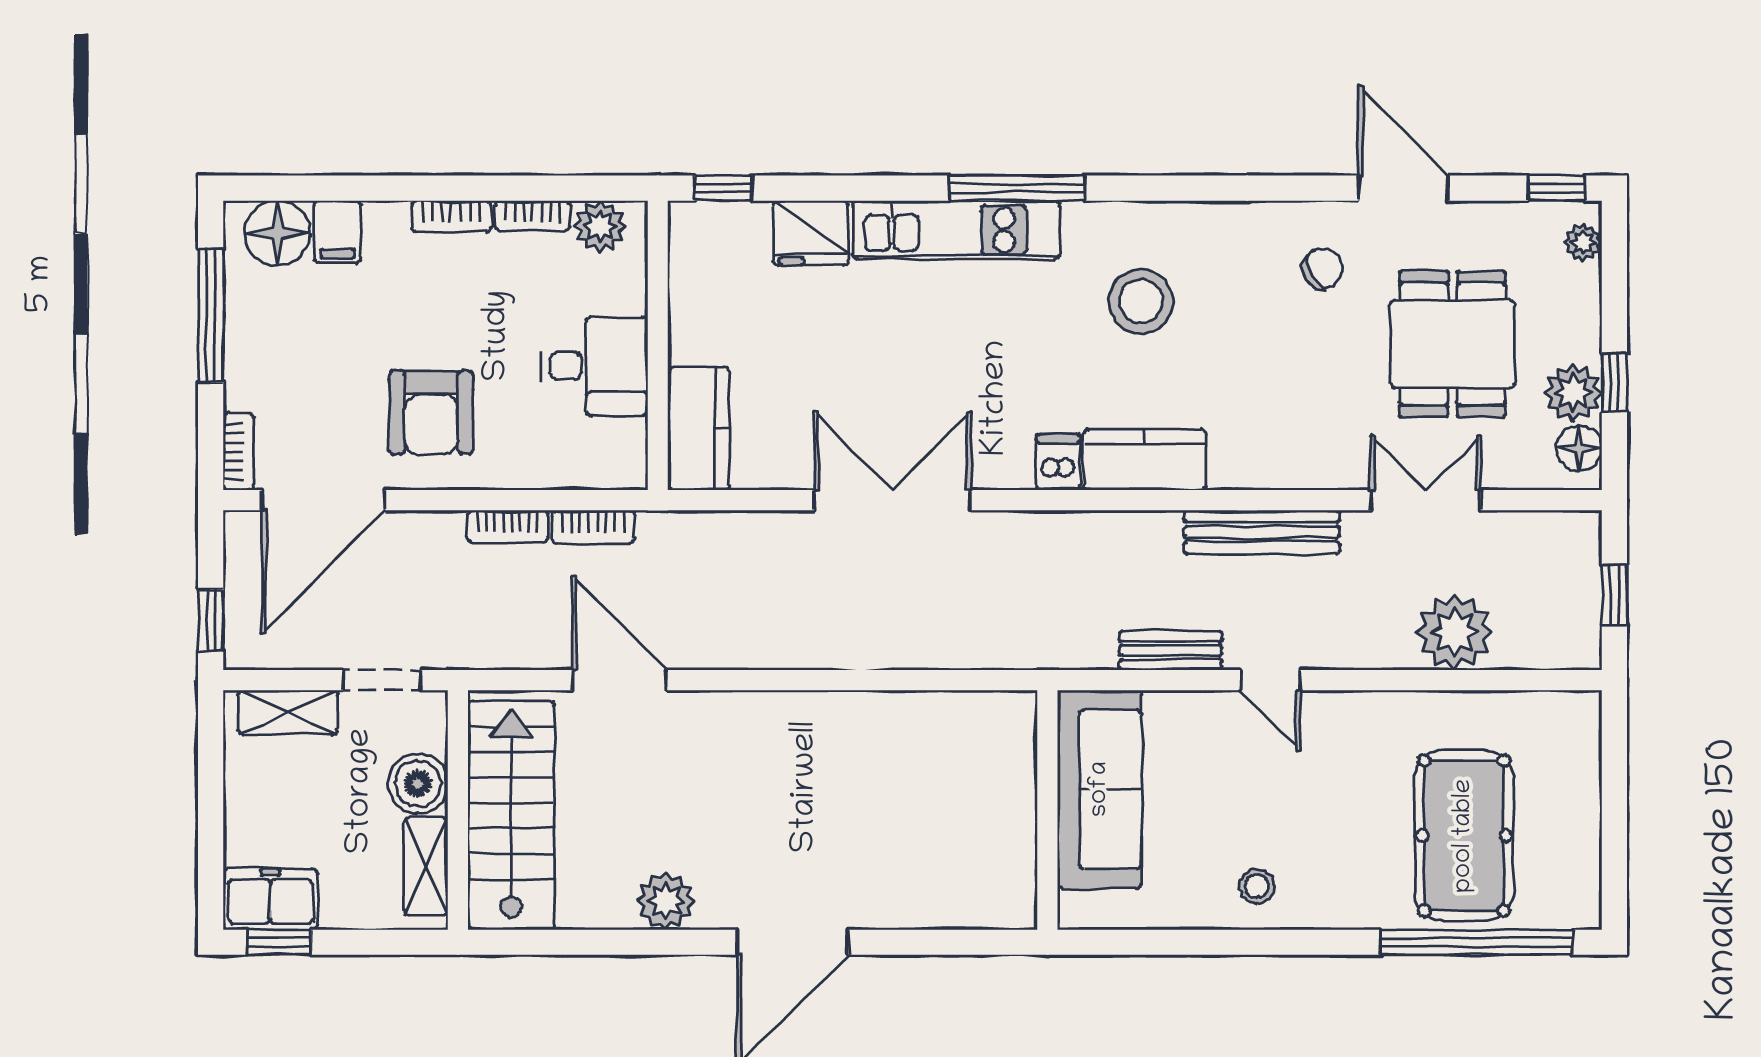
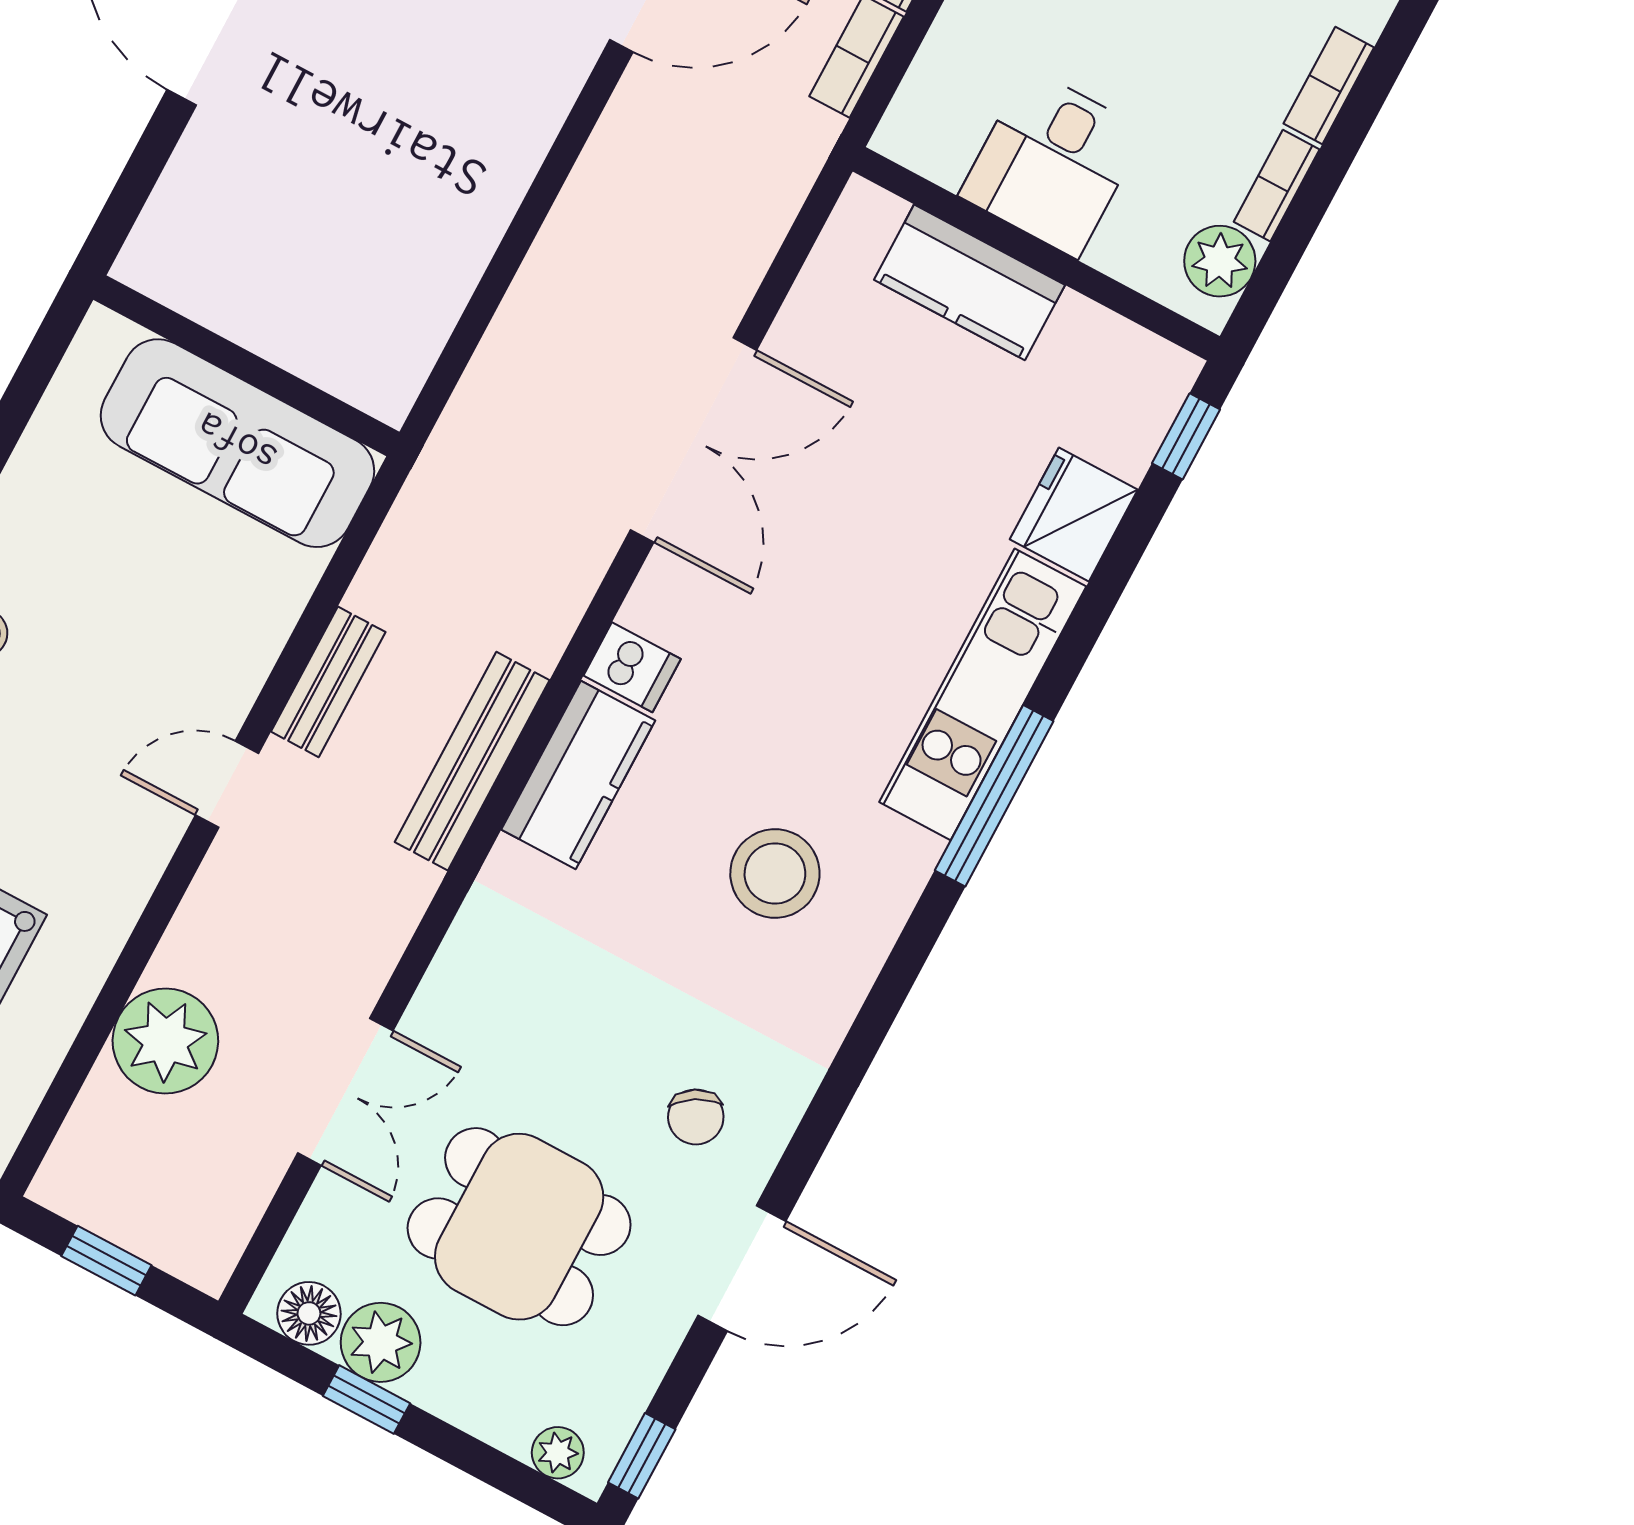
kitchen counter: (699, 429) -> (970, 282), moved
bench: (1262, 532) -> (472, 761), moved
sofa: (1100, 789) -> (237, 443), moved
wall: (1047, 810) -> (246, 366), moved

